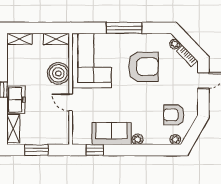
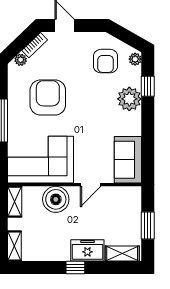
sofa: (112, 134) -> (128, 160), moved
plant: (137, 139) -> (129, 99), width x1.87, depth x1.87
window: (95, 150) -> (148, 86), moved

